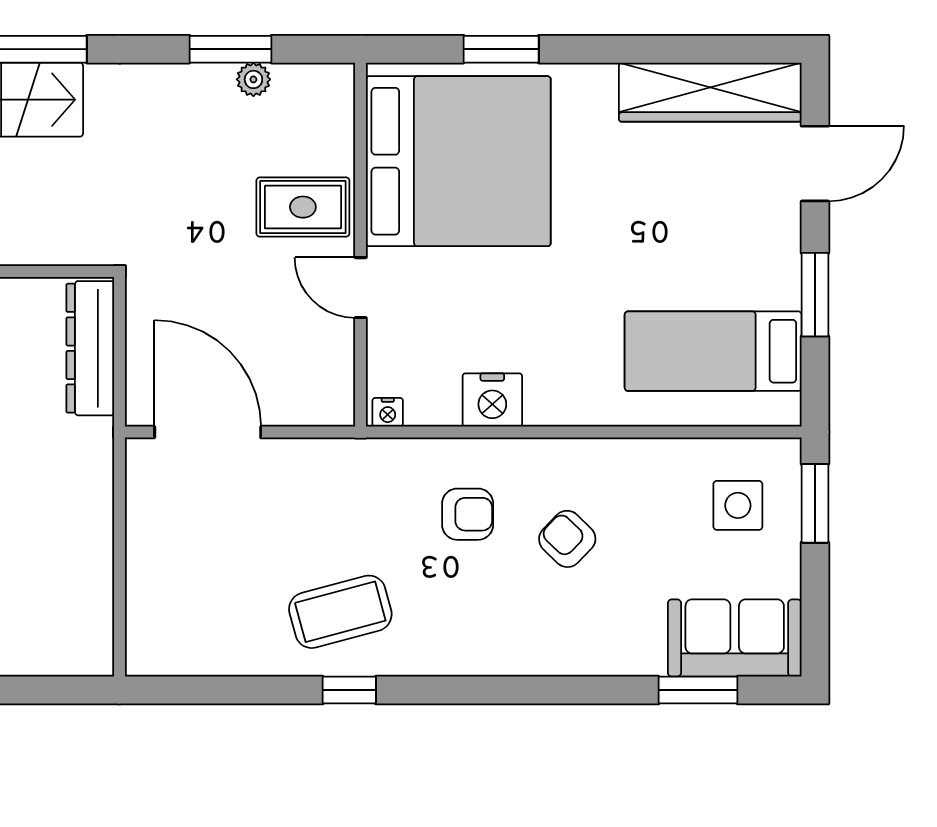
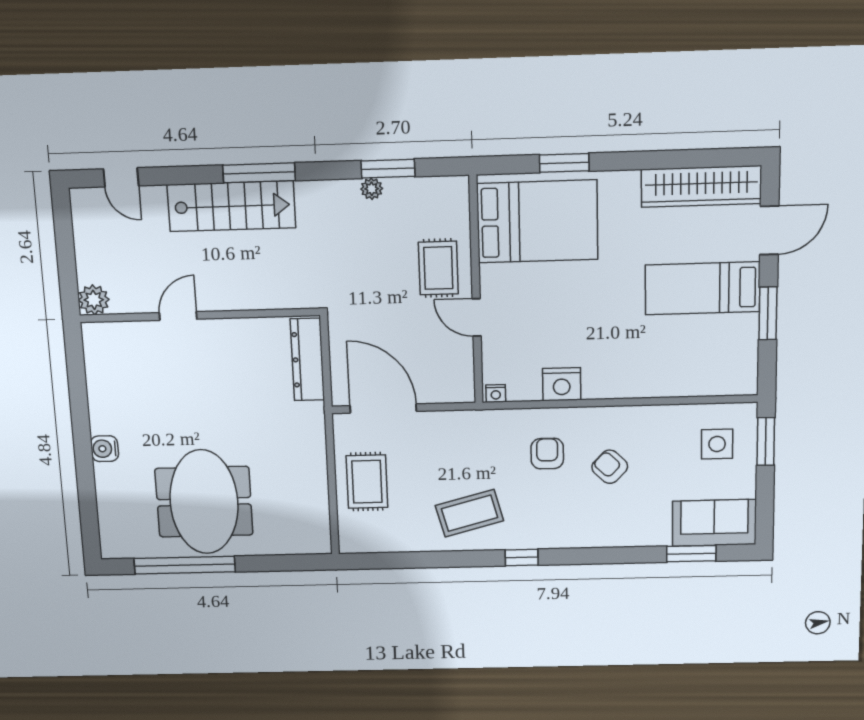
plant: (253, 79) -> (372, 189), moved
bed: (458, 161) -> (537, 221), width x0.73
rug: (303, 207) -> (438, 268), turned 90
bed: (713, 351) -> (702, 288), moved
armchair: (468, 514) -> (547, 454), turned -90
rug: (176, 554) -> (367, 482), added
window: (349, 690) -> (522, 558), moved

